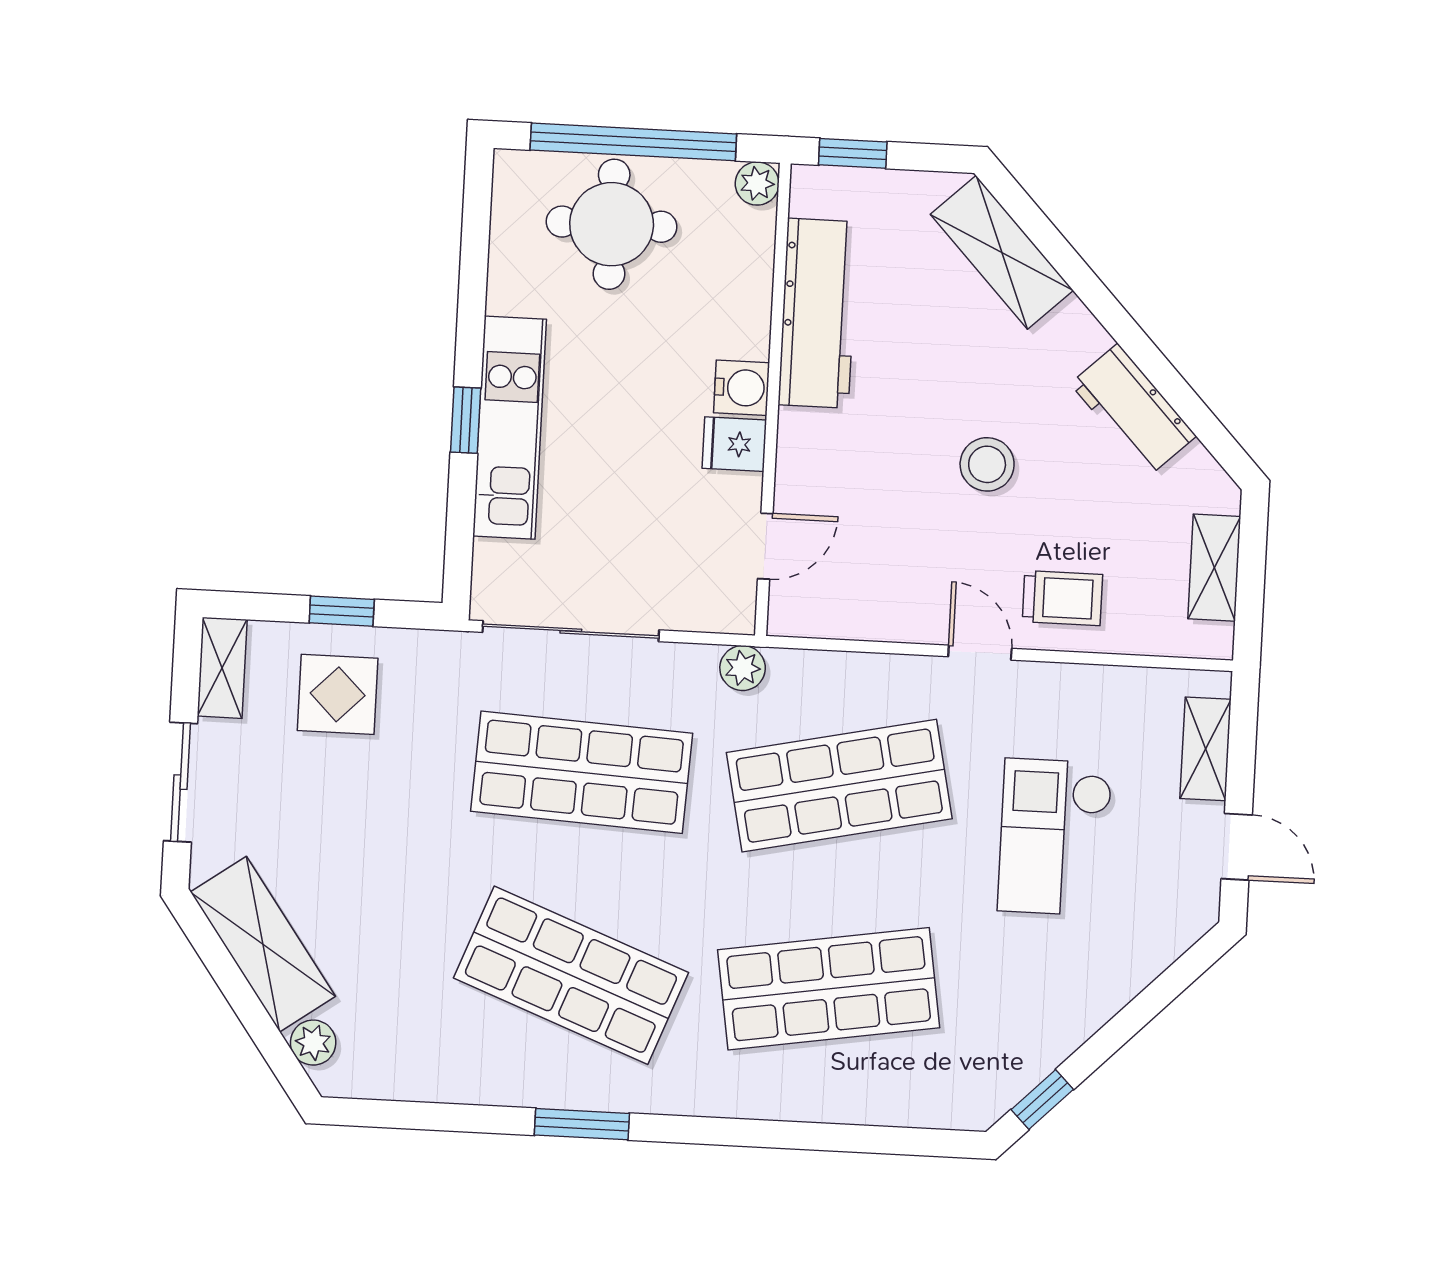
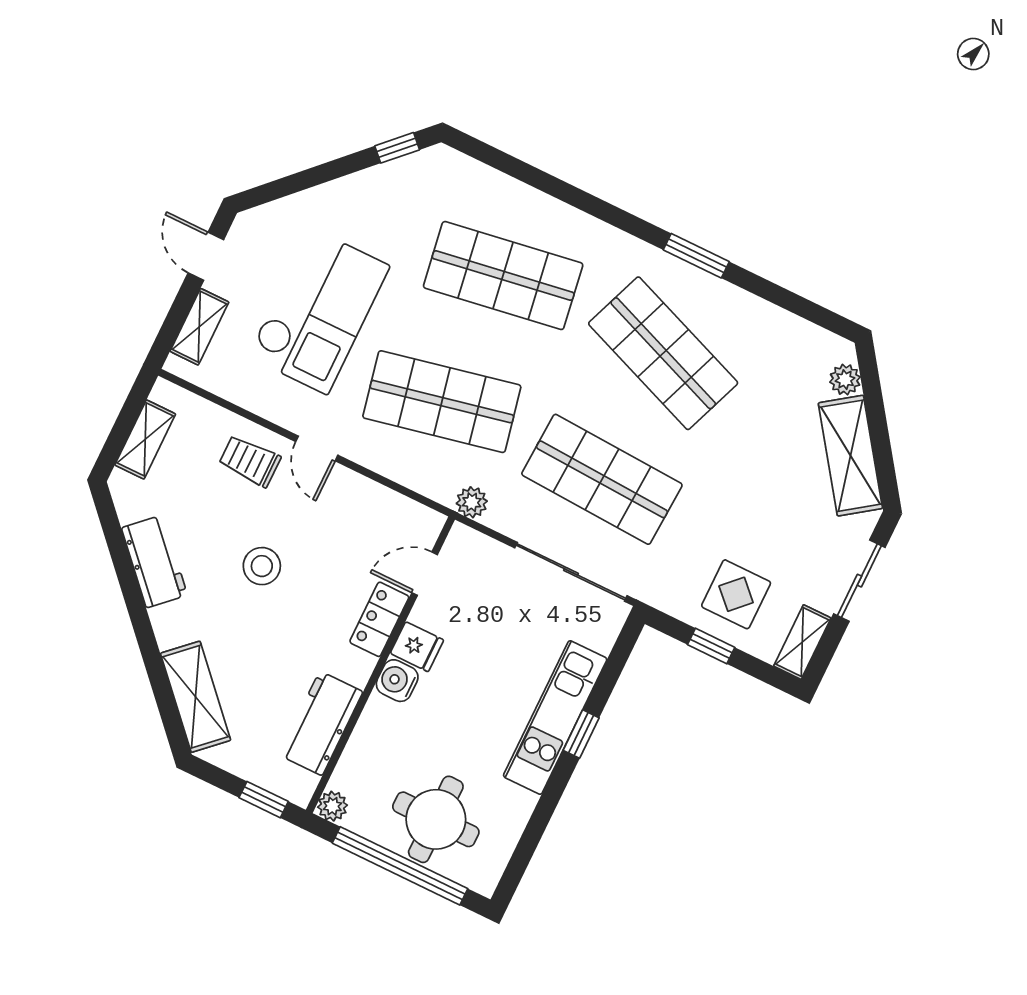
workbench: (818, 313) -> (321, 723), width x0.73
locker: (800, 460) -> (379, 619), added
checkout: (1055, 837) -> (319, 311), width x1.36, depth x1.21

